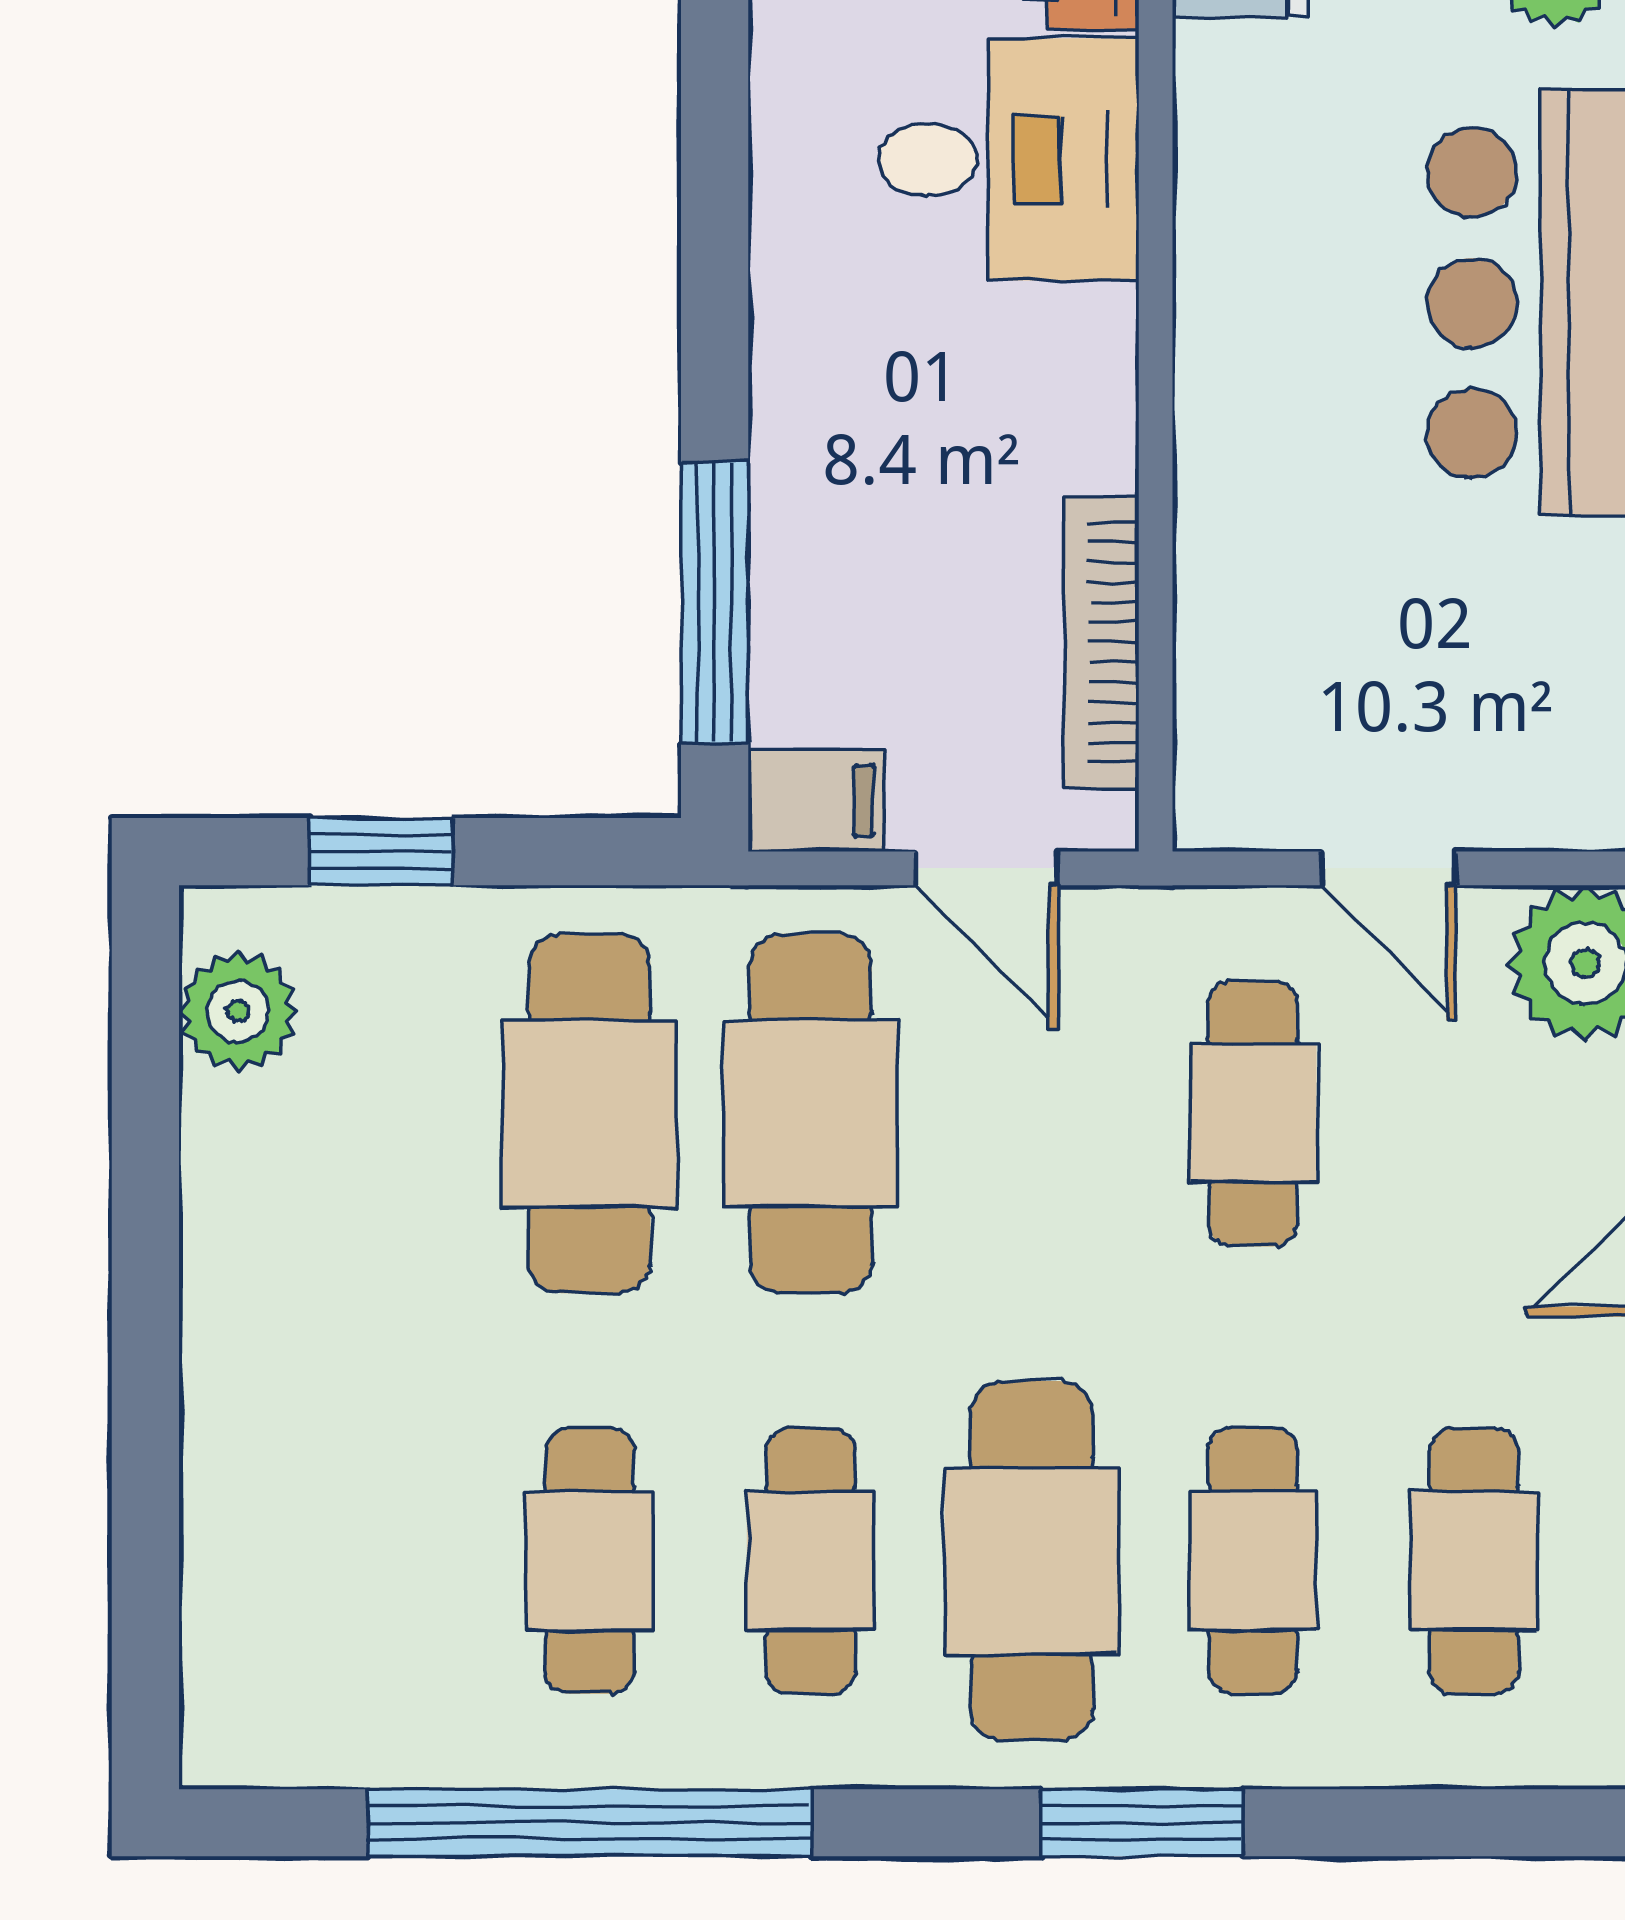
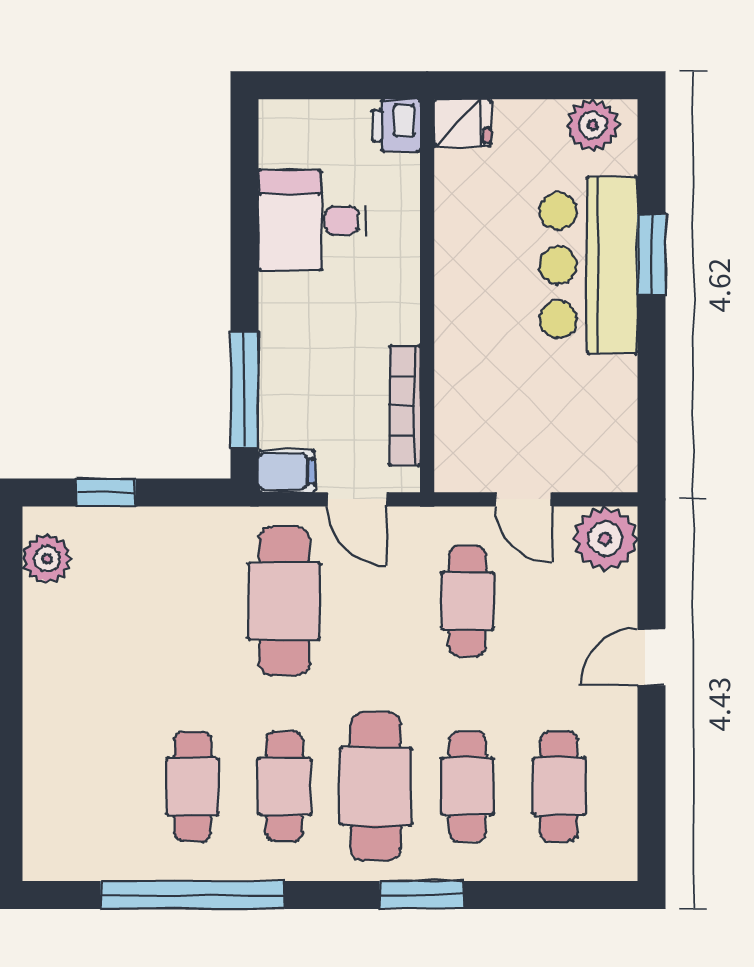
desk: (1008, 159) -> (312, 220), moved, turned 180
cafe table: (589, 1114) -> (193, 601), removed

